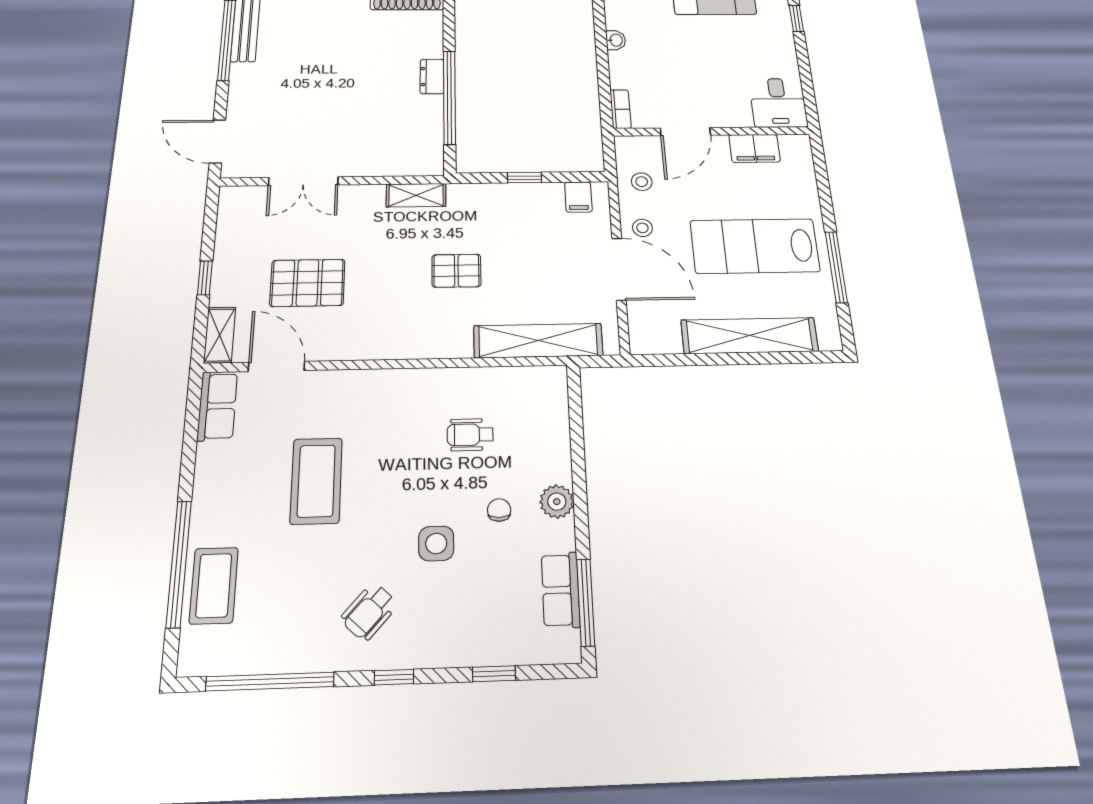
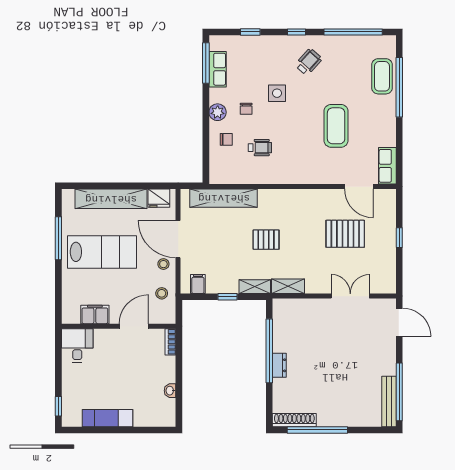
shelving: (220, 335) -> (255, 287), moved, turned 90
fridge: (660, 338) -> (159, 198), added
chair: (537, 449) -> (226, 139), added

